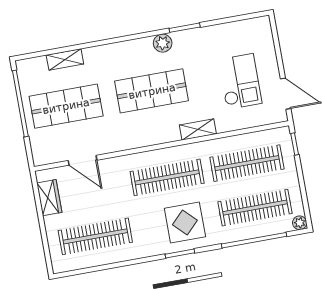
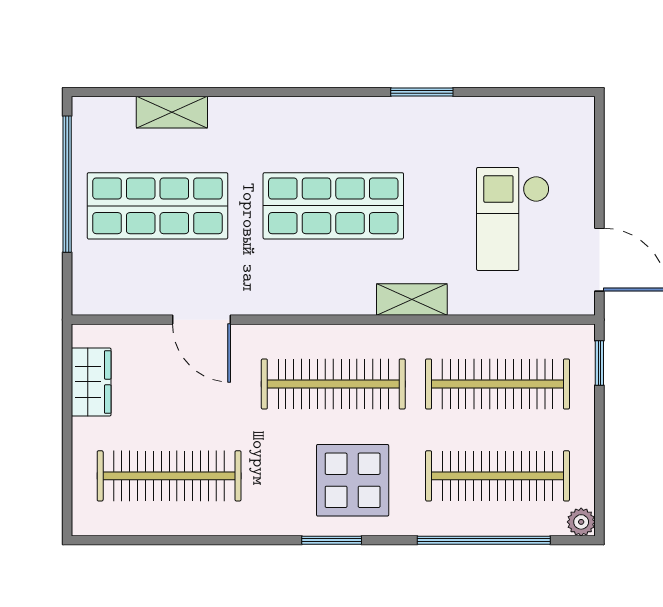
plant: (163, 43) -> (372, 115), removed
checkout: (240, 81) -> (513, 219), turned 180
door: (82, 160) -> (201, 320), moved

